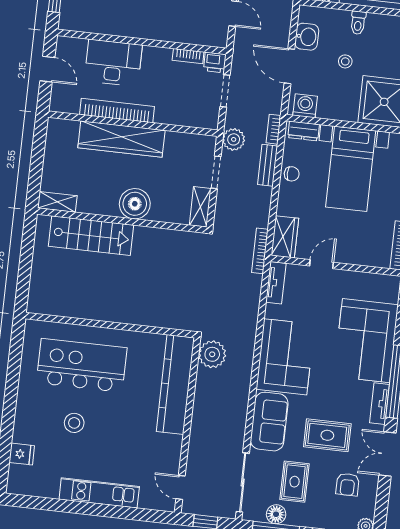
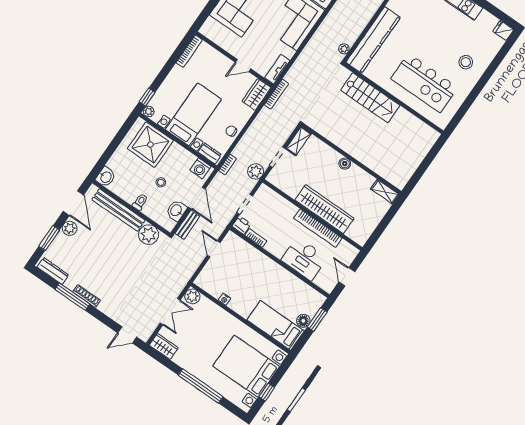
bench: (268, 165) -> (187, 225), moved
boiler: (135, 204) -> (345, 164), width x0.54, depth x0.54
stairs: (91, 236) -> (370, 98), moved, turned 180
plant: (212, 354) -> (344, 49), width x0.53, depth x0.53
stool: (74, 423) -> (466, 62), moved
fridge: (22, 454) -> (503, 30), moved

